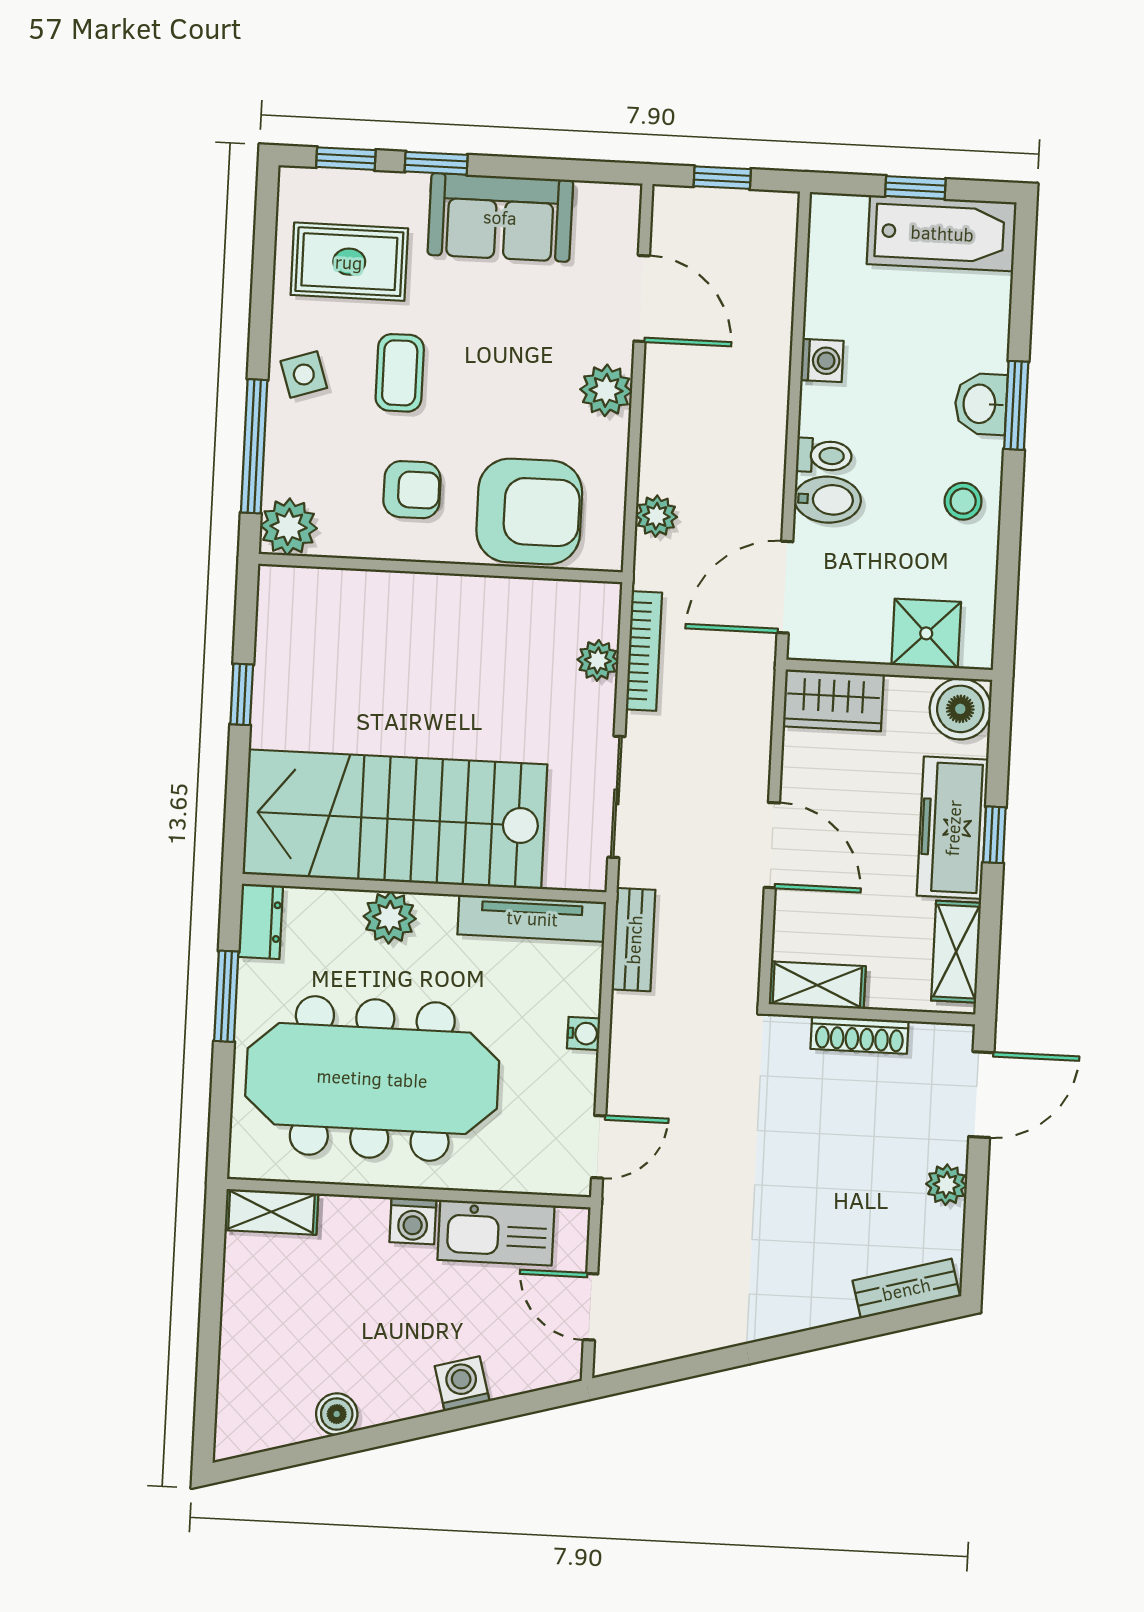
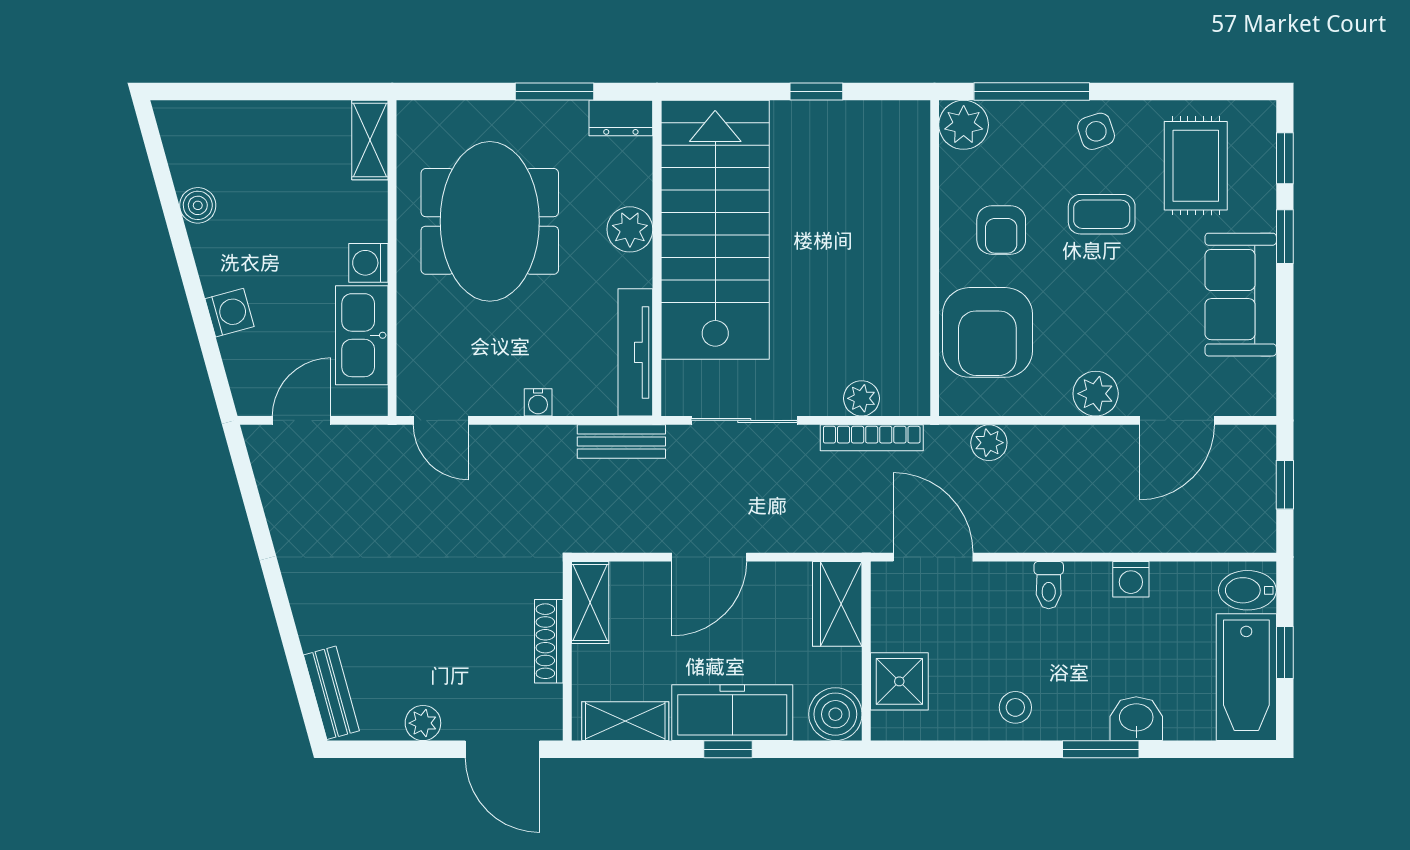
washbasin: (981, 404) -> (1136, 719), moved
bidet: (828, 500) -> (1247, 590), moved, turned 90
meeting table: (372, 1078) -> (490, 221), width x0.73

